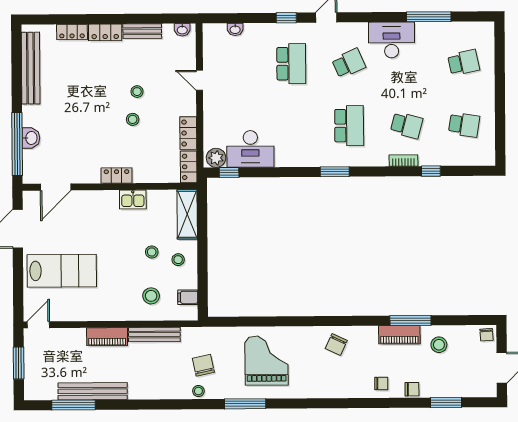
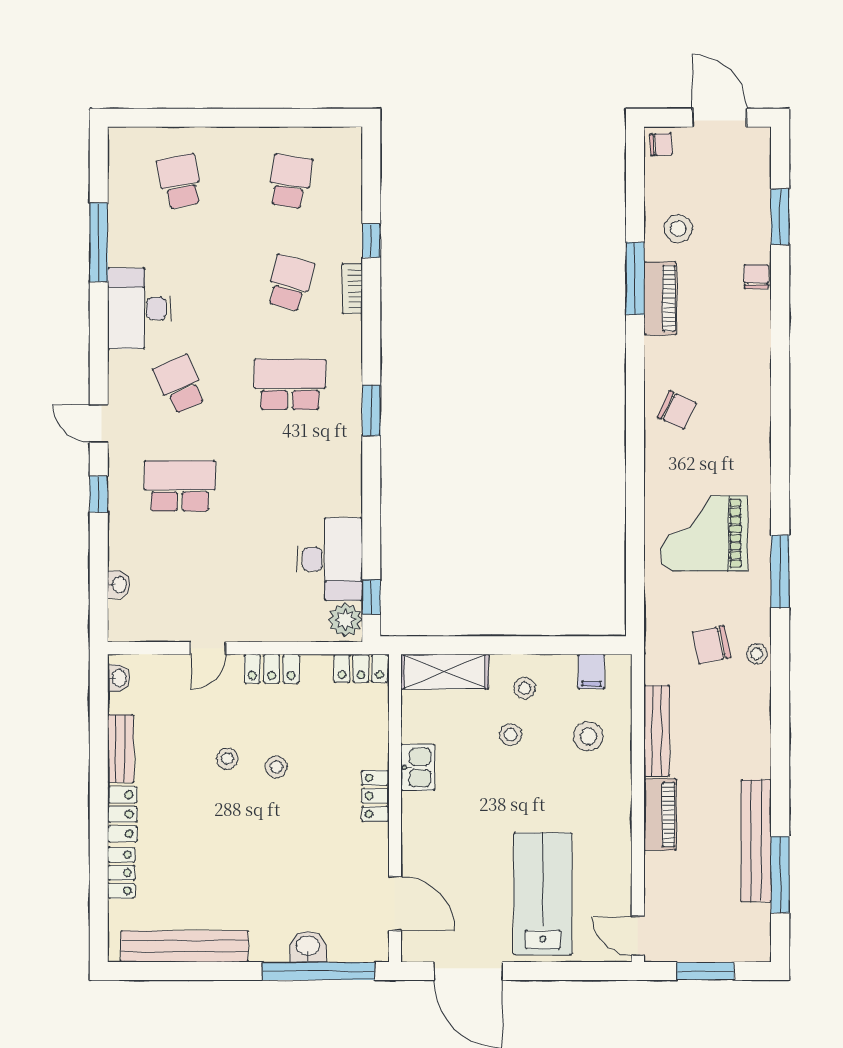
locker: (188, 133) -> (272, 669), moved
chair: (381, 384) -> (746, 331), removed

